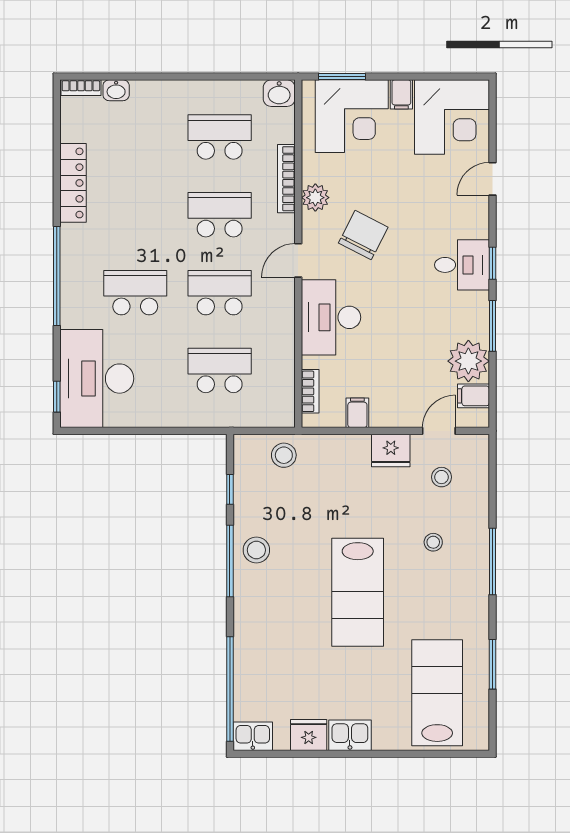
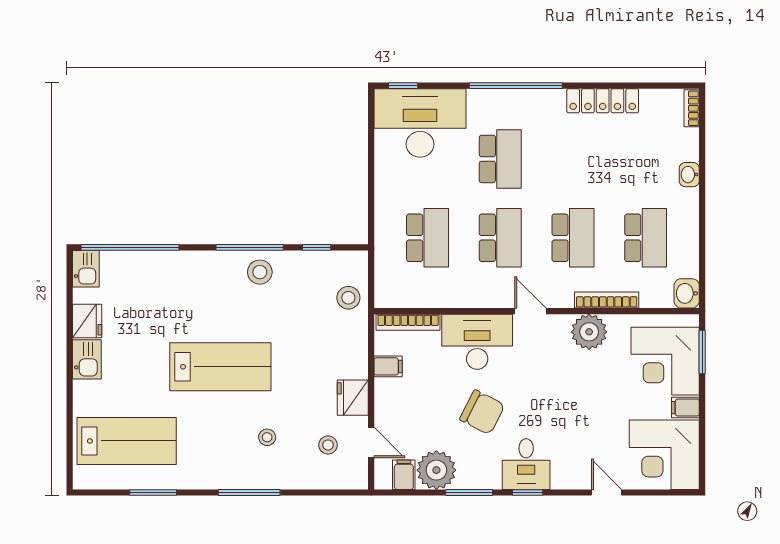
washbasin: (116, 90) -> (689, 175), moved
plant: (315, 198) -> (589, 332), width x1.36, depth x1.36
chair: (363, 235) -> (482, 412), moved
bookcase: (310, 391) -> (408, 322), width x1.56
lab bench: (358, 592) -> (220, 367), turned 180

